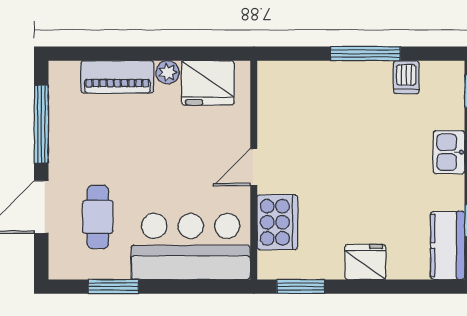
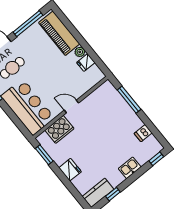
window: (365, 54) -> (129, 100), moved
piano: (117, 77) -> (59, 33), width x1.37, depth x1.33
fridge: (208, 83) -> (86, 63), width x0.53, depth x0.75

